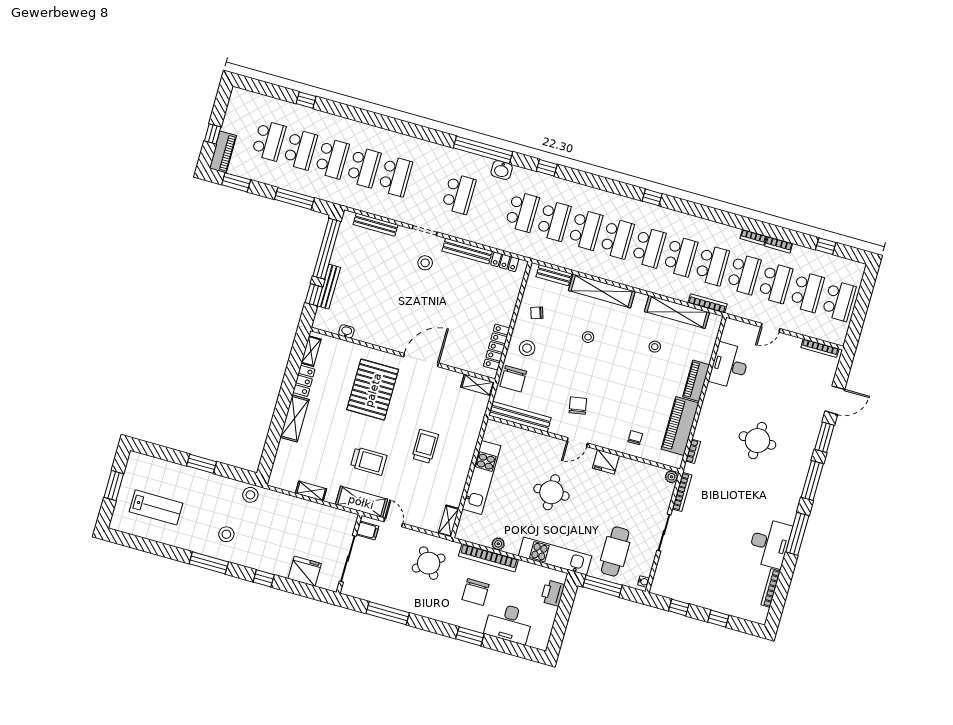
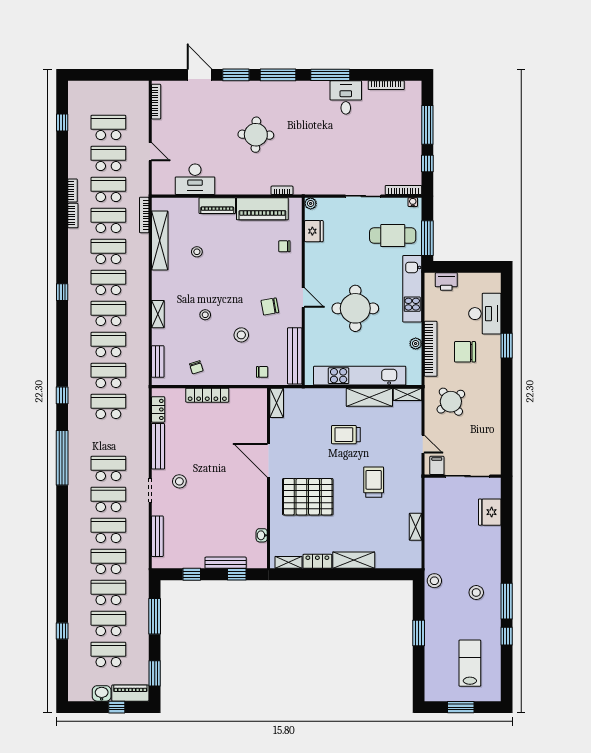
washbasin: (502, 170) -> (102, 693), moved, turned -90
bookcase: (779, 245) -> (73, 216), moved
window: (327, 249) -> (192, 574), width x0.32
shelving: (602, 291) -> (158, 314), width x0.45, depth x0.75
school desk: (839, 301) -> (108, 499), moved
locker: (497, 347) -> (207, 395), moved
stool: (527, 348) -> (241, 335), moved
chair: (513, 379) -> (262, 372), width x0.54, depth x0.54
fridge: (606, 462) -> (314, 231), moved
kitchen unit: (481, 477) -> (360, 376), width x1.36
round table: (551, 492) -> (355, 308), width x1.36, depth x1.36
bookcase: (682, 492) -> (403, 190), moved
shelving: (361, 502) -> (369, 397), moved, turned 90
door: (393, 522) -> (423, 444), swing flipped
desk: (770, 543) -> (346, 97), width x0.73
window: (264, 578) -> (507, 636), moved
chair: (476, 592) -> (465, 352), turned 180
window: (388, 613) -> (507, 426), removed
window: (718, 619) -> (427, 125), width x2.17

